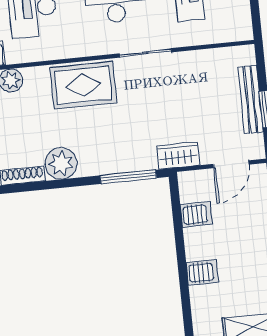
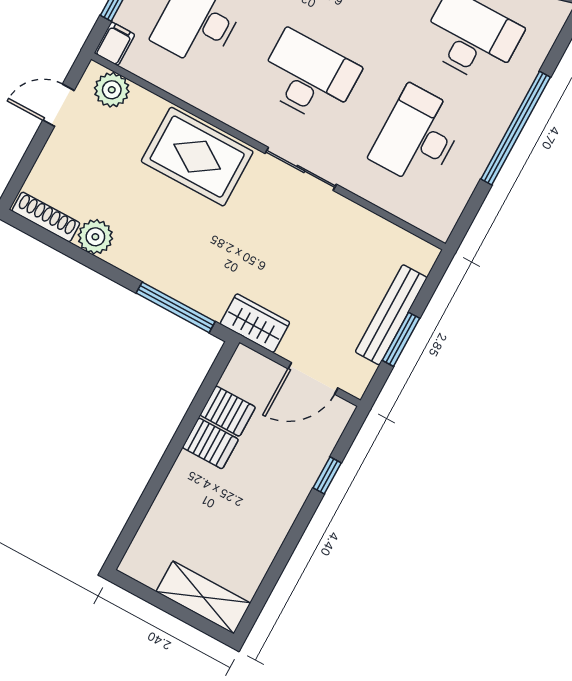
plant: (61, 163) -> (95, 237), width x0.73, depth x0.73
server rack: (202, 272) -> (210, 443), moved

